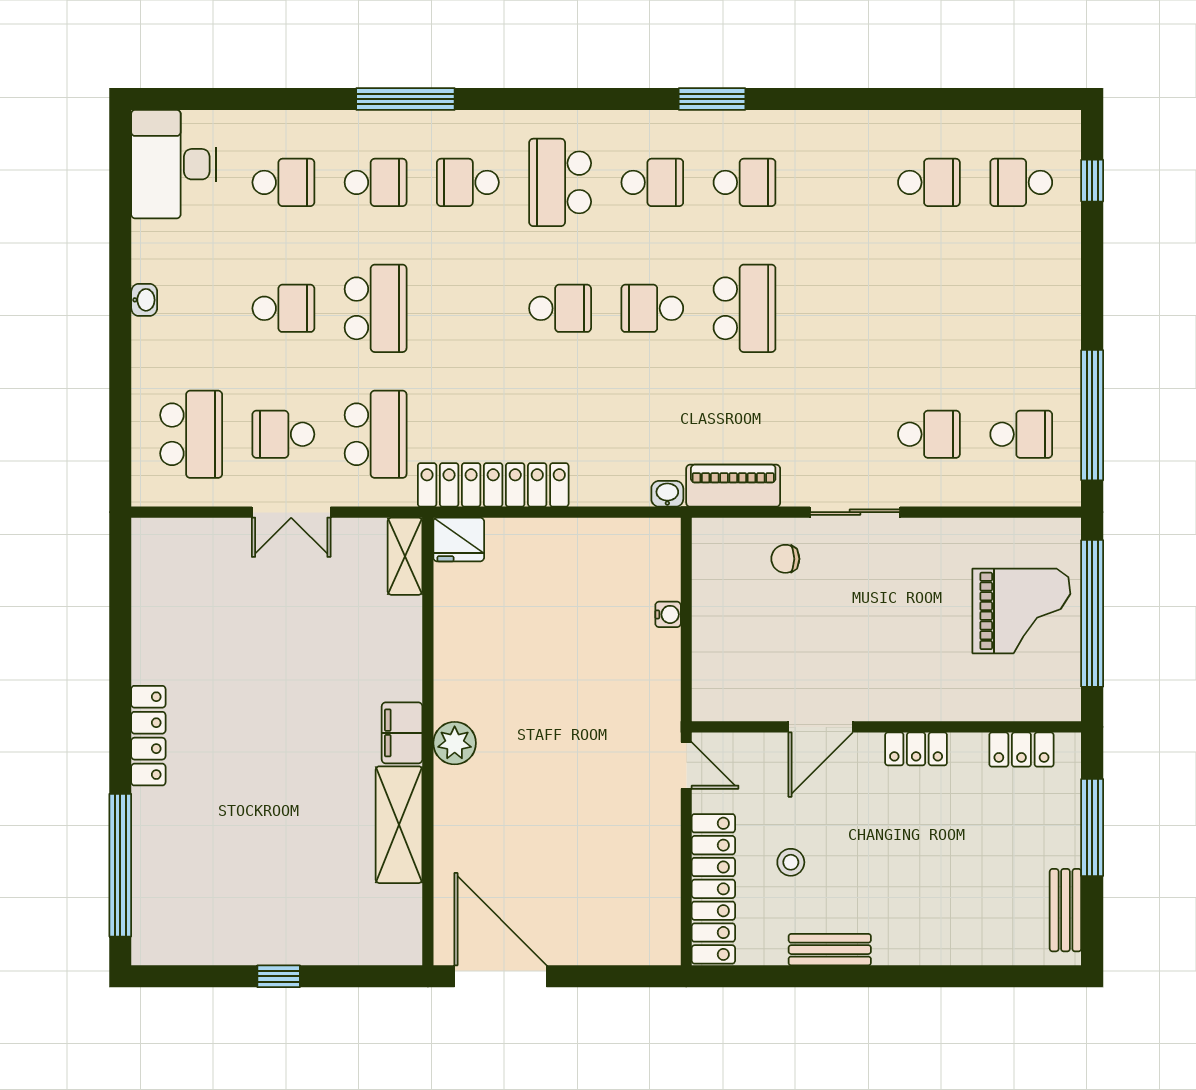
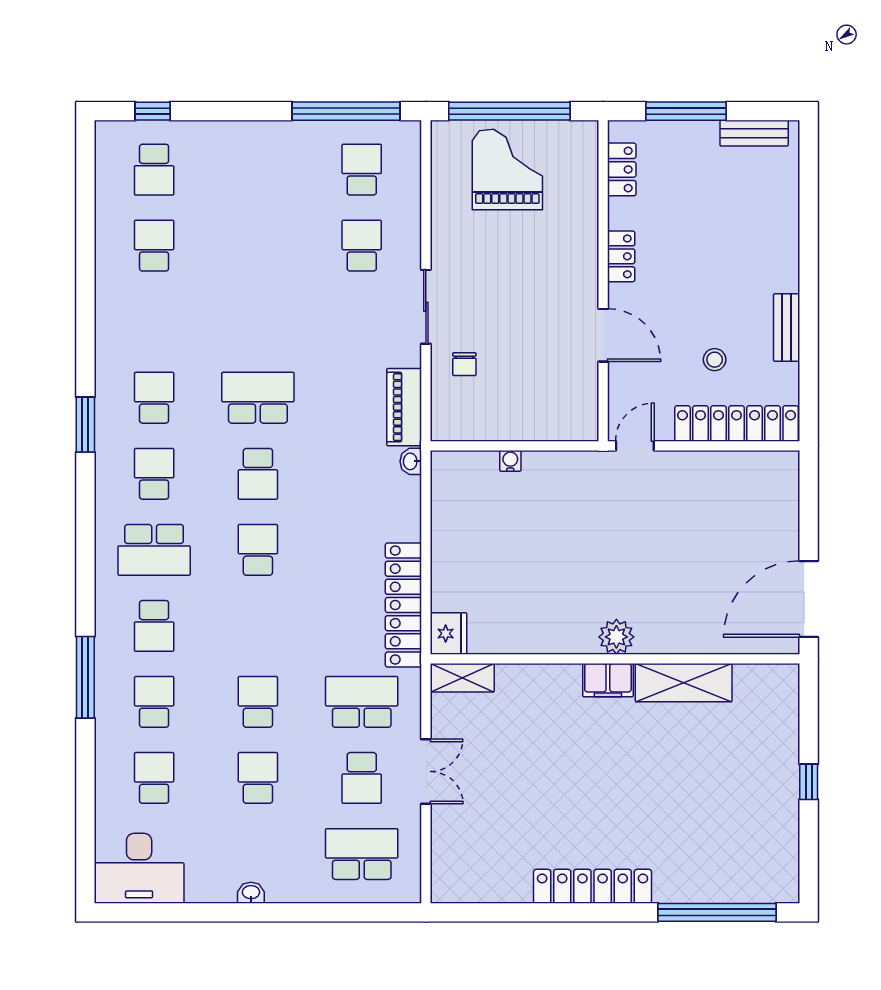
school desk: (376, 308) -> (258, 702), width x0.54
locker: (148, 736) -> (593, 886), width x1.41, depth x1.21

